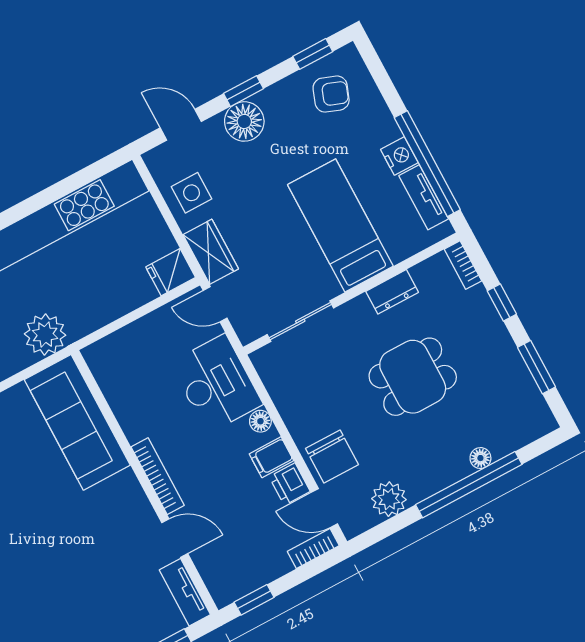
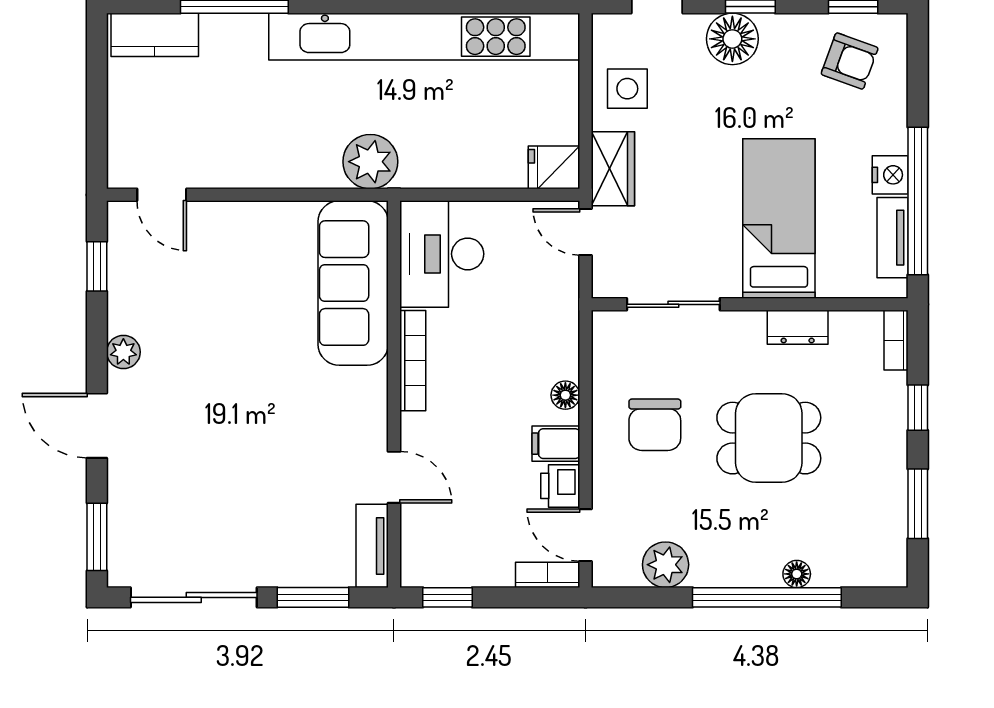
desk: (216, 384) -> (442, 254), moved, turned 180
chair: (332, 456) -> (655, 425), moved
bookcase: (158, 476) -> (413, 361), moved

